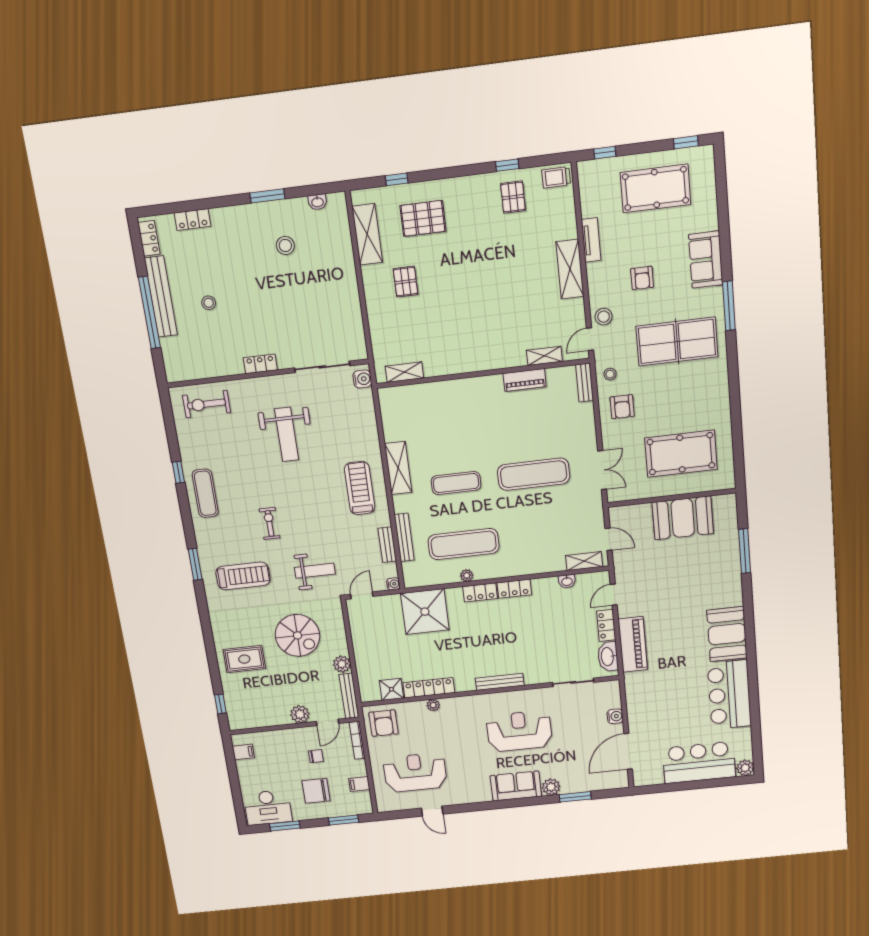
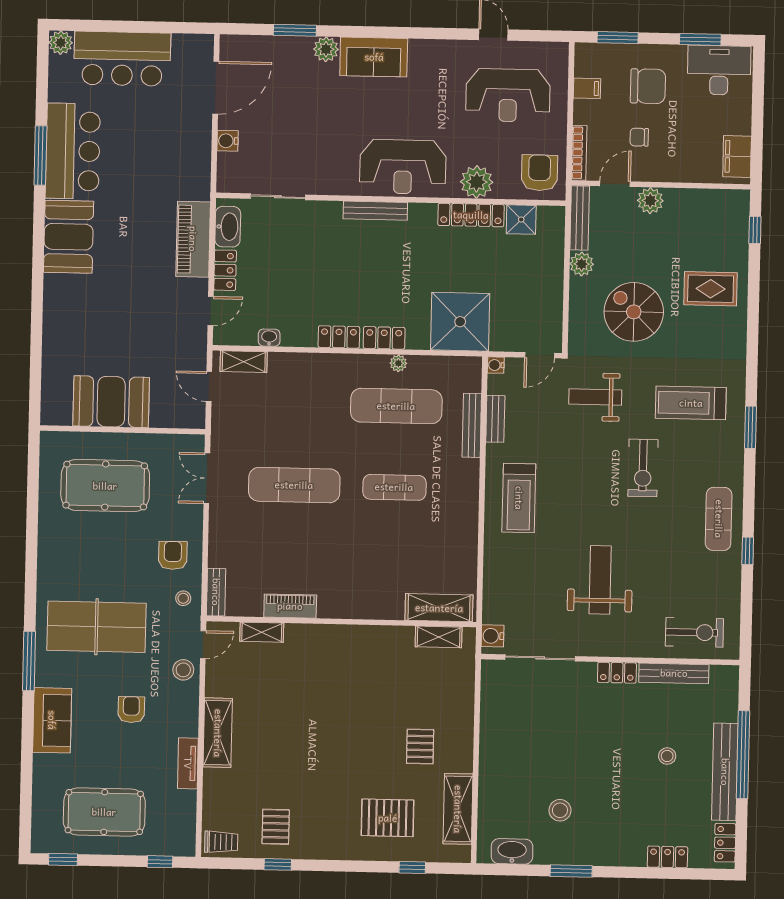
washbasin: (317, 202) -> (512, 851), width x1.91, depth x1.45
bench: (216, 370) -> (674, 673), added
shelving: (398, 468) -> (439, 608), moved, turned 90
exercise bike: (270, 523) -> (643, 468), width x1.38, depth x1.39
window: (745, 551) -> (40, 156), moved
plant: (433, 705) -> (477, 182), width x1.88, depth x1.88
reception desk: (519, 731) -> (403, 167), moved
filing cabinet: (243, 752) -> (737, 157), width x2.00

